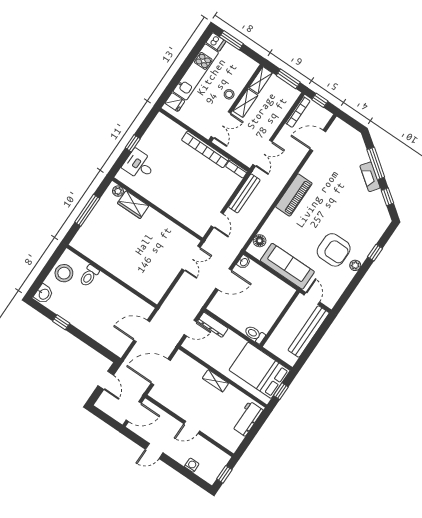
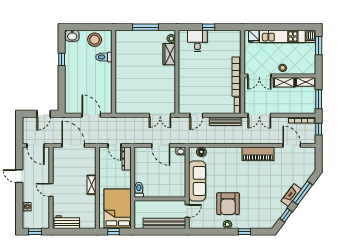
piano: (294, 195) -> (258, 154), moved
workbench: (247, 419) -> (67, 222), moved

